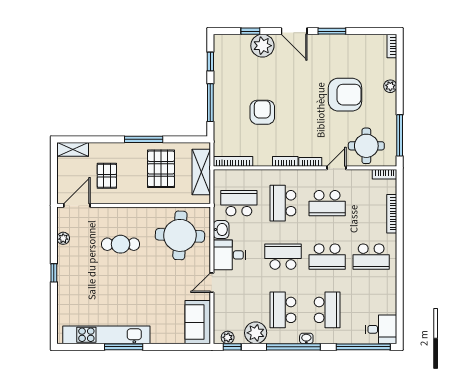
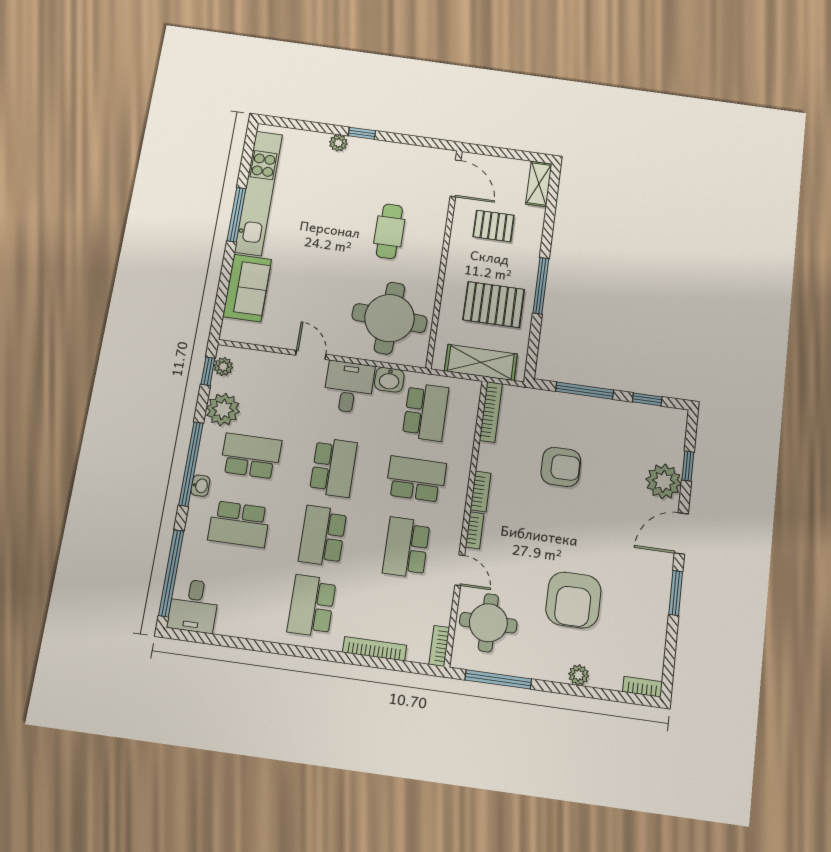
plant: (63, 238) -> (338, 143), moved
sofa: (198, 322) -> (247, 288), moved, turned 90

